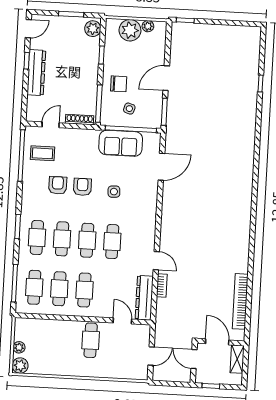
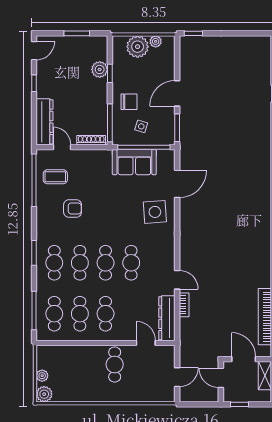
plant: (93, 29) -> (100, 69), moved
dresser: (36, 72) -> (44, 122), moved
door: (51, 125) -> (62, 147), hinge flipped
armchair: (58, 185) -> (73, 208), turned 90
armchair: (82, 187) -> (98, 209), removed
side table: (114, 192) -> (155, 212), moved, width x1.87, depth x1.87

